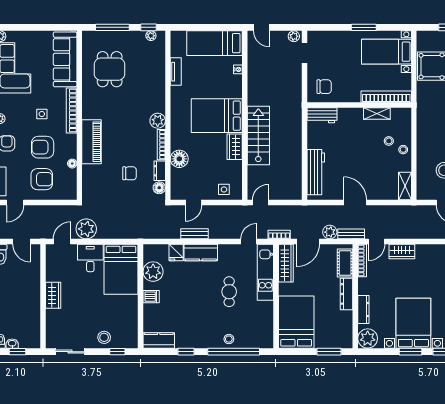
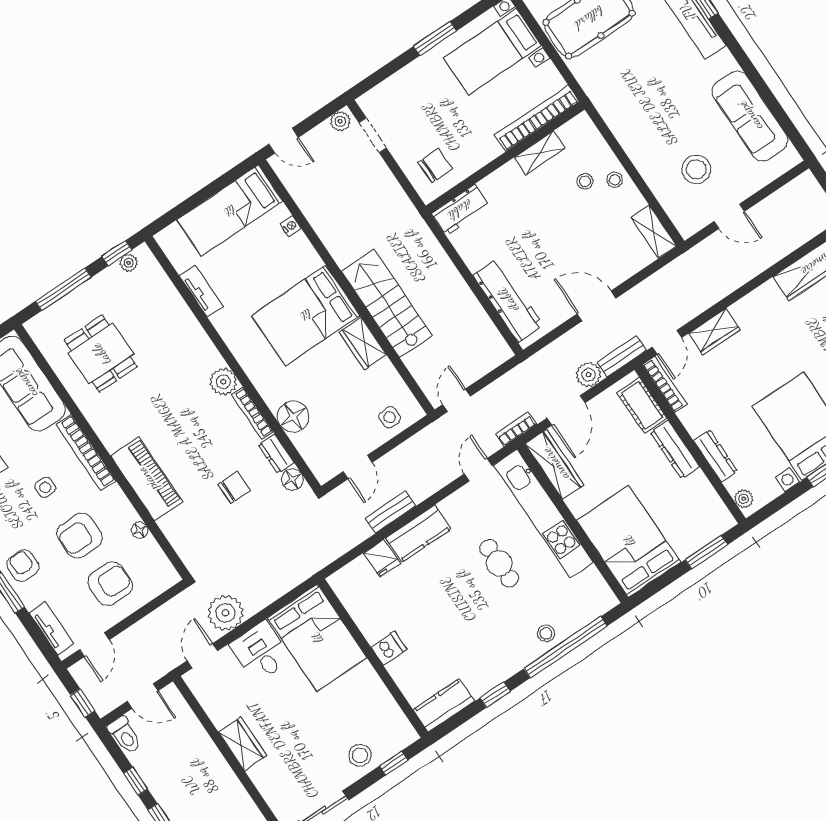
plant: (153, 272) -> (367, 609), removed
kitchen unit: (265, 272) -> (544, 514), width x1.36
plant: (368, 338) -> (744, 499), width x0.53, depth x0.53

